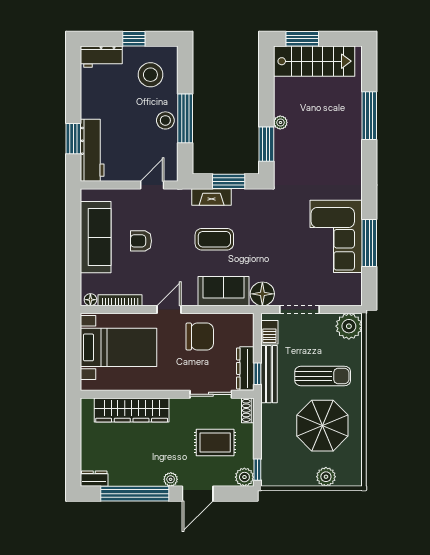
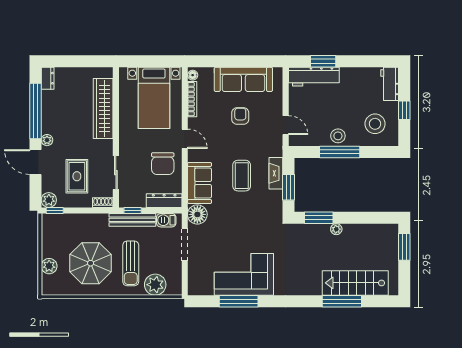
stairs: (314, 61) -> (355, 283), moved, turned 90
plant: (349, 326) -> (155, 285), moved
dresser: (245, 368) -> (164, 201), moved

